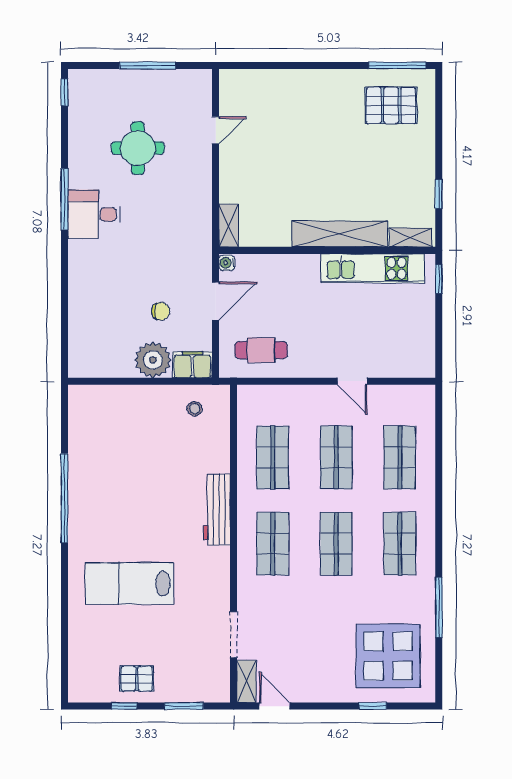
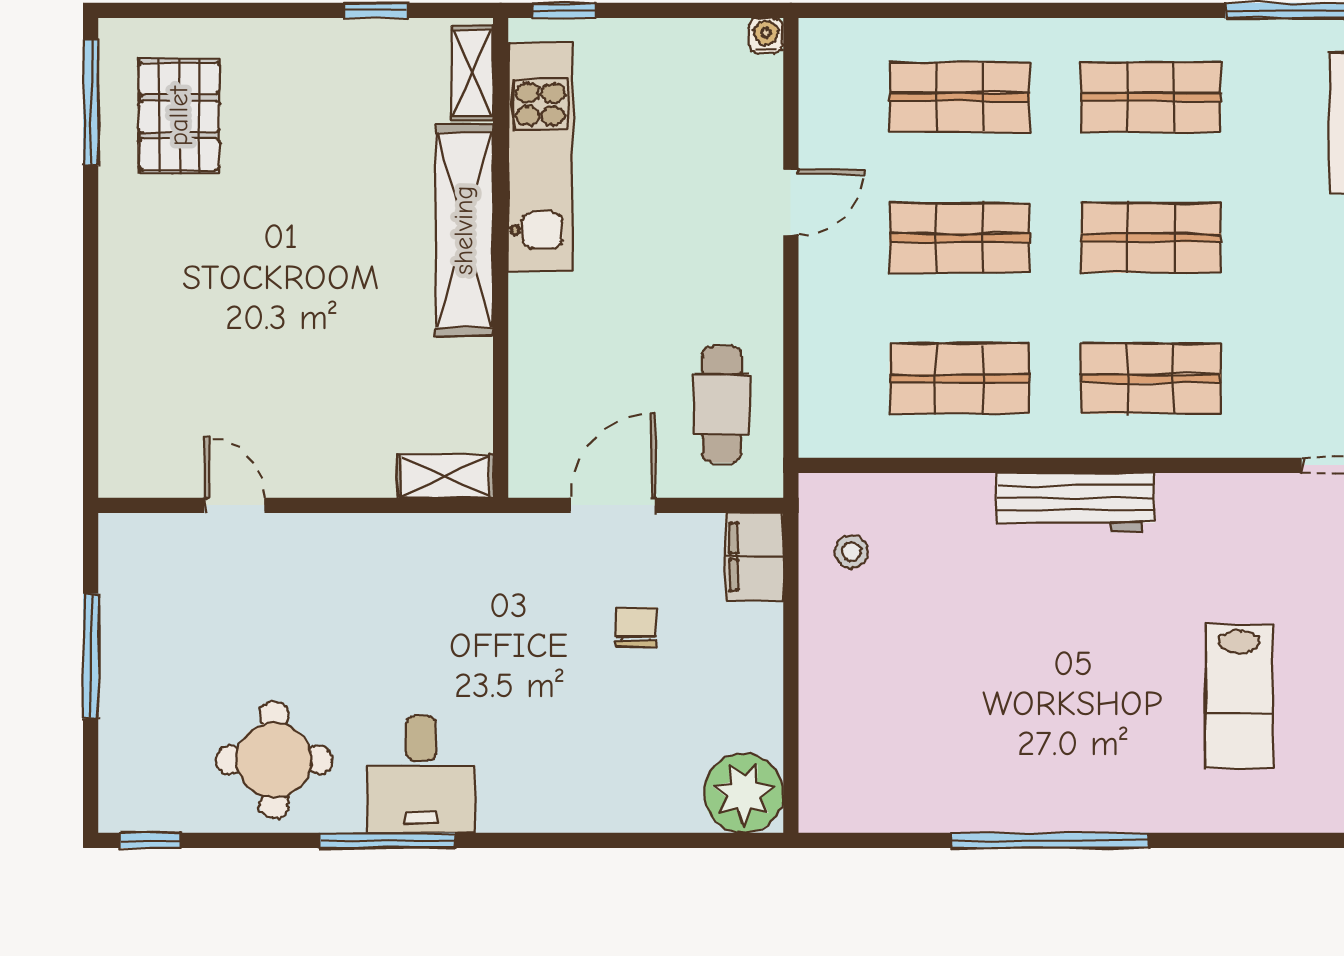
round table: (138, 148) -> (274, 760), moved
water cooler: (227, 263) -> (766, 35), moved, turned 180
door: (216, 301) -> (613, 505), hinge flipped
plant: (153, 360) -> (744, 793), moved
lab bench: (129, 583) -> (1239, 696), width x0.73, depth x0.72

